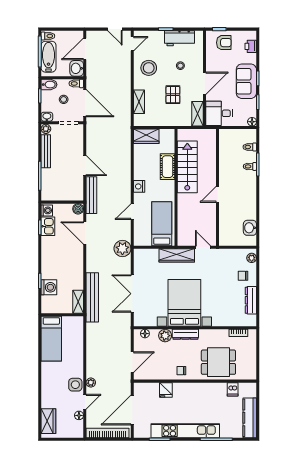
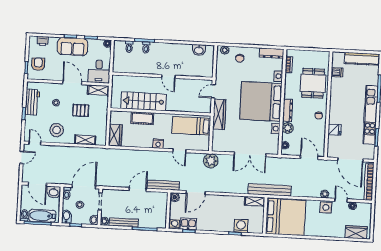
bench: (92, 297) -> (270, 190), moved
dresser: (251, 300) -> (272, 53), moved
bed with nightstands: (184, 303) -> (261, 102), width x1.36
bed: (51, 339) -> (286, 217), width x2.04

